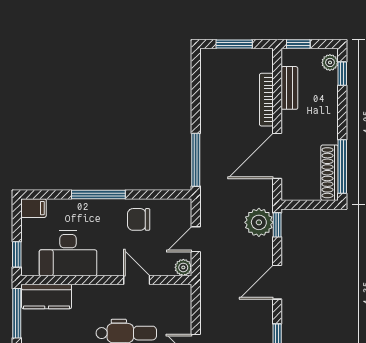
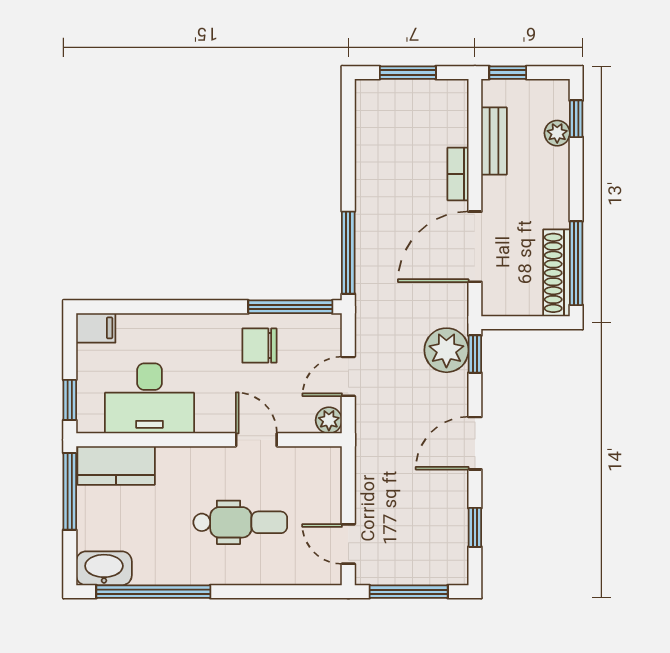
plant: (330, 62) -> (557, 133), moved
bookcase: (266, 100) -> (458, 174), width x0.64
window: (98, 195) -> (290, 307), moved

